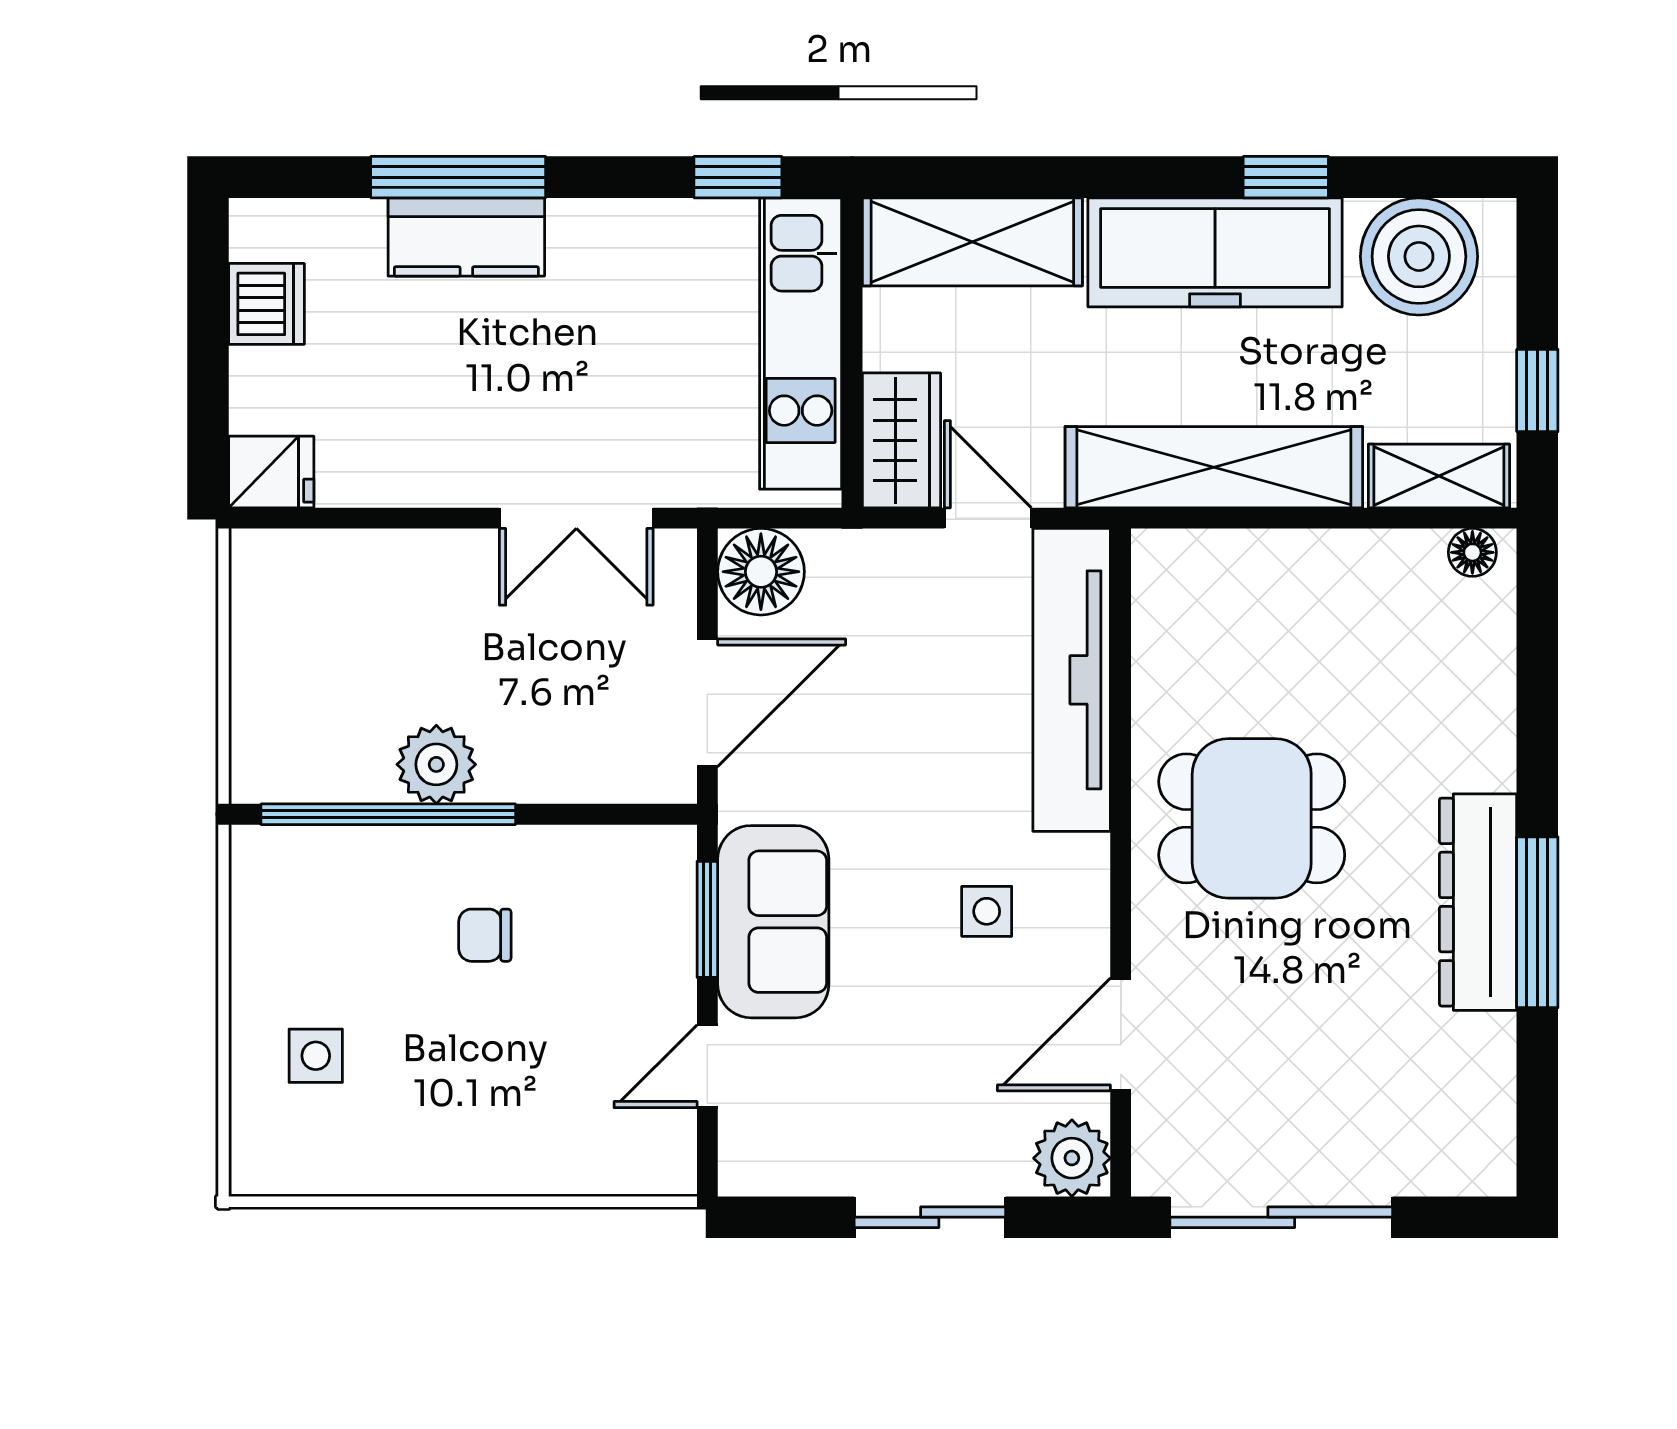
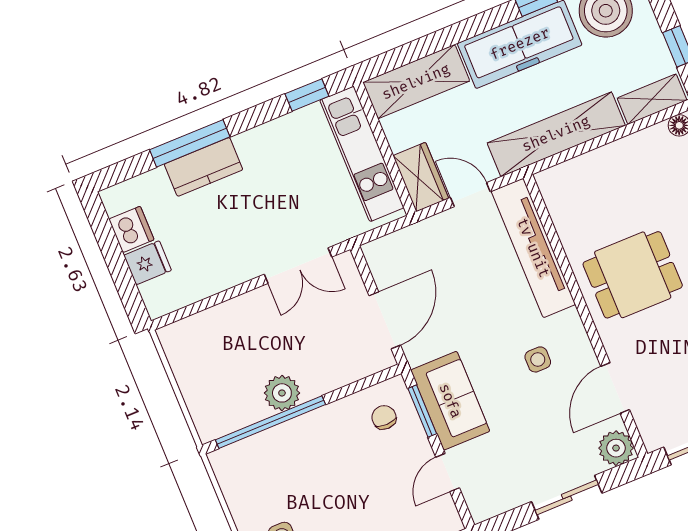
fridge: (271, 472) -> (148, 263), moved
floor lamp: (761, 572) -> (385, 256), removed
chair: (485, 935) -> (384, 417), moved, turned 90

